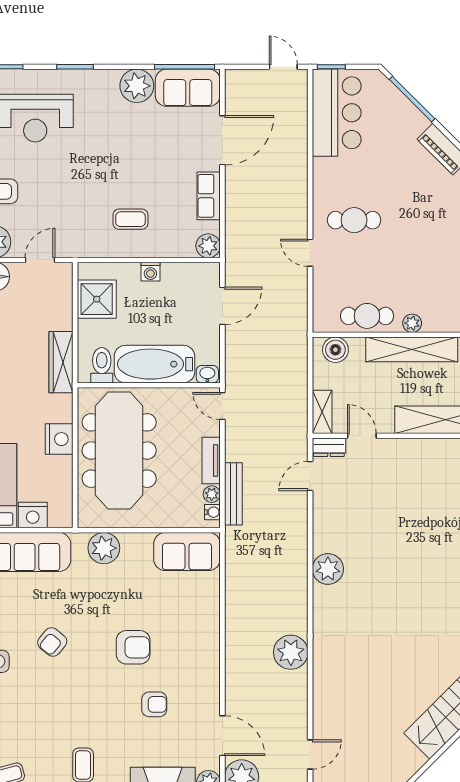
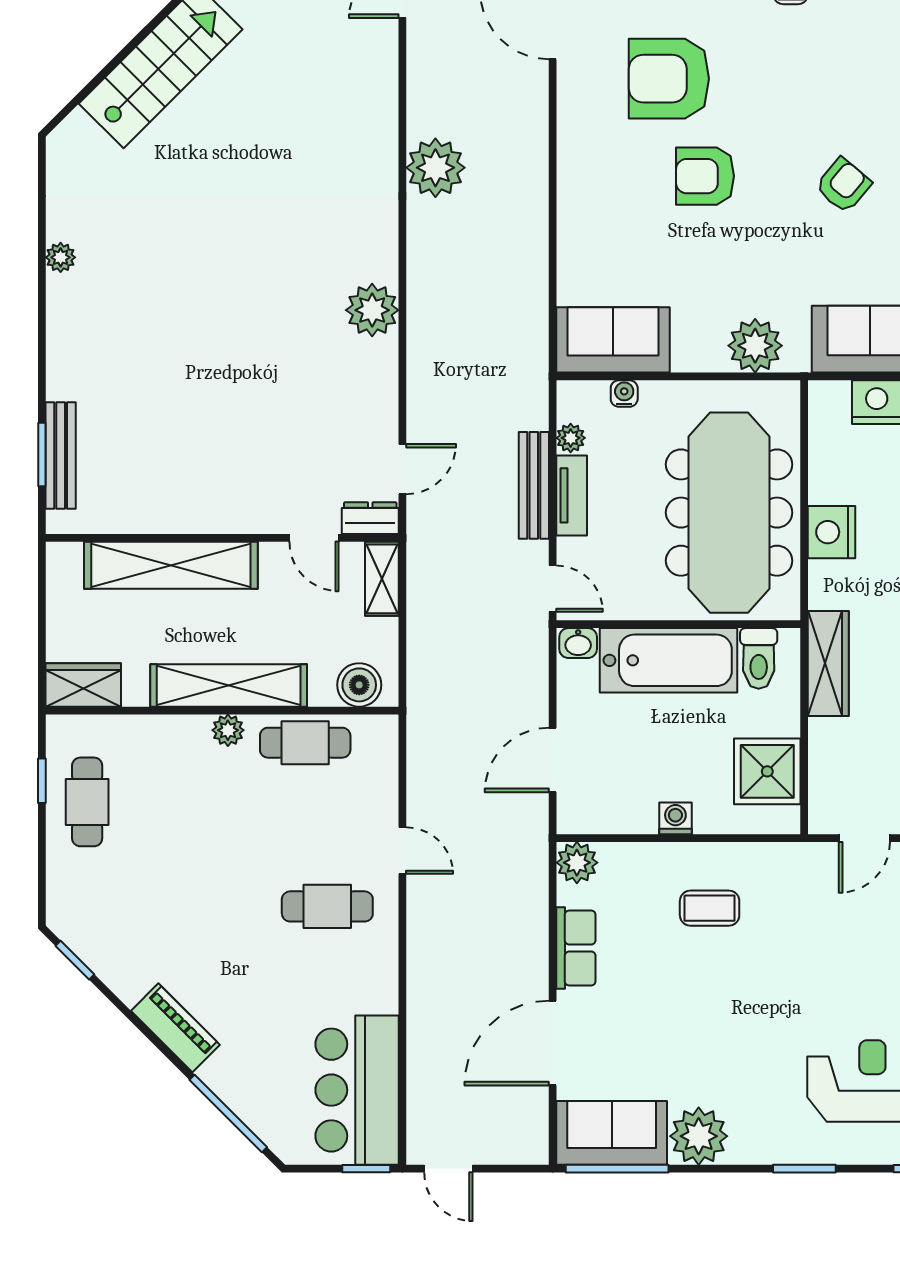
bench: (233, 494) -> (534, 485), moved
water cooler: (212, 512) -> (624, 394), moved, turned 90
armchair: (154, 704) -> (669, 79), width x1.88, depth x1.88

